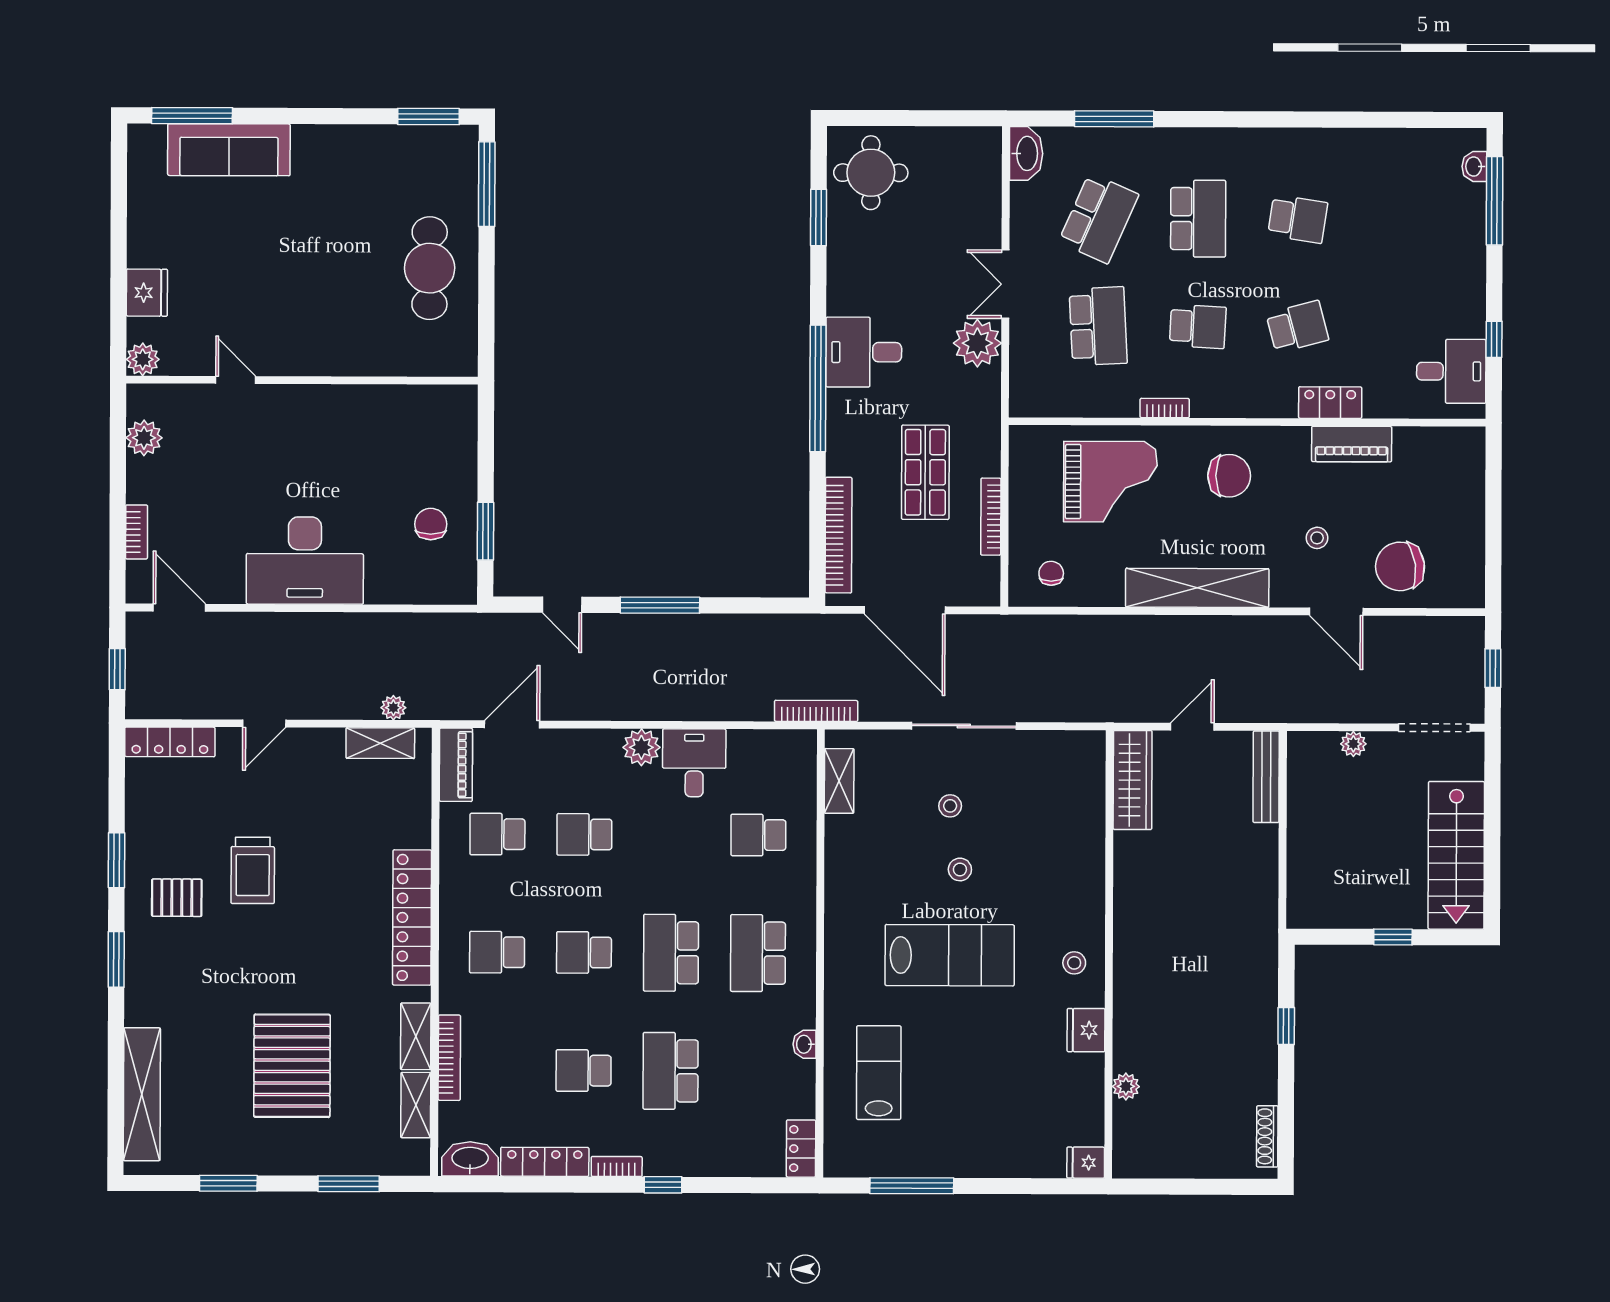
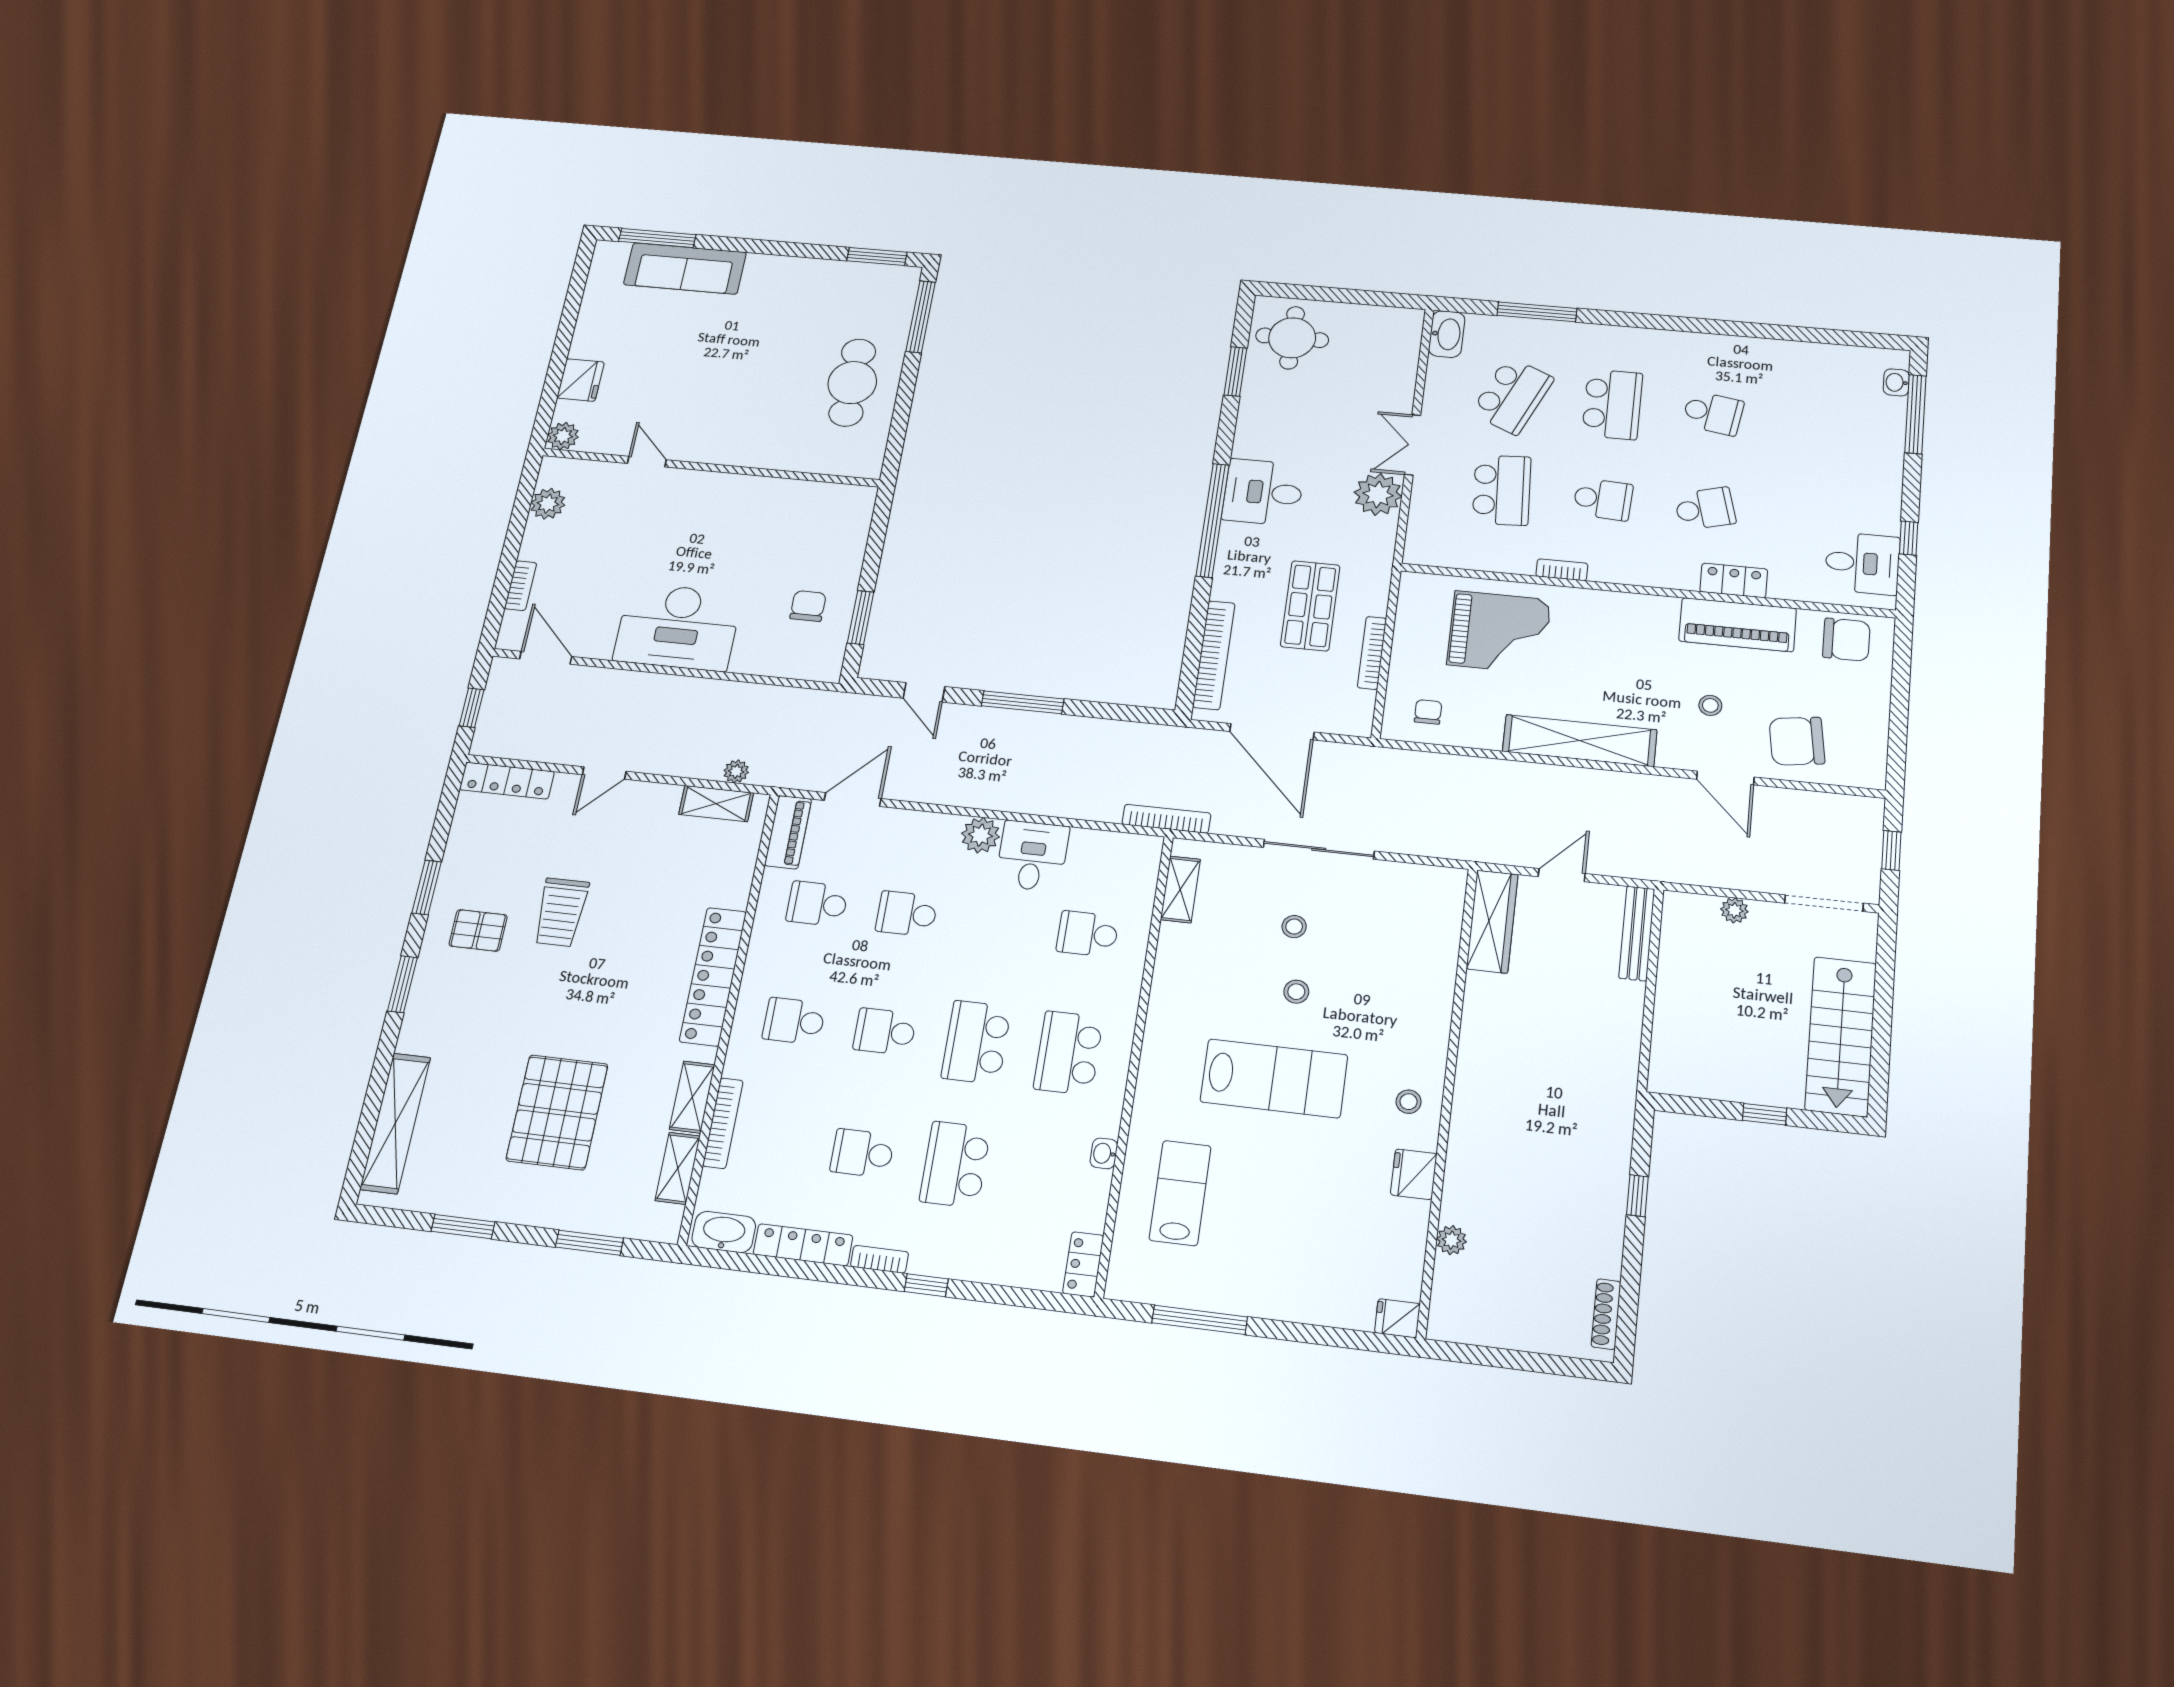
piano: (1352, 444) -> (1738, 625), width x1.37, depth x1.33
chair: (1229, 476) -> (1846, 640), moved

